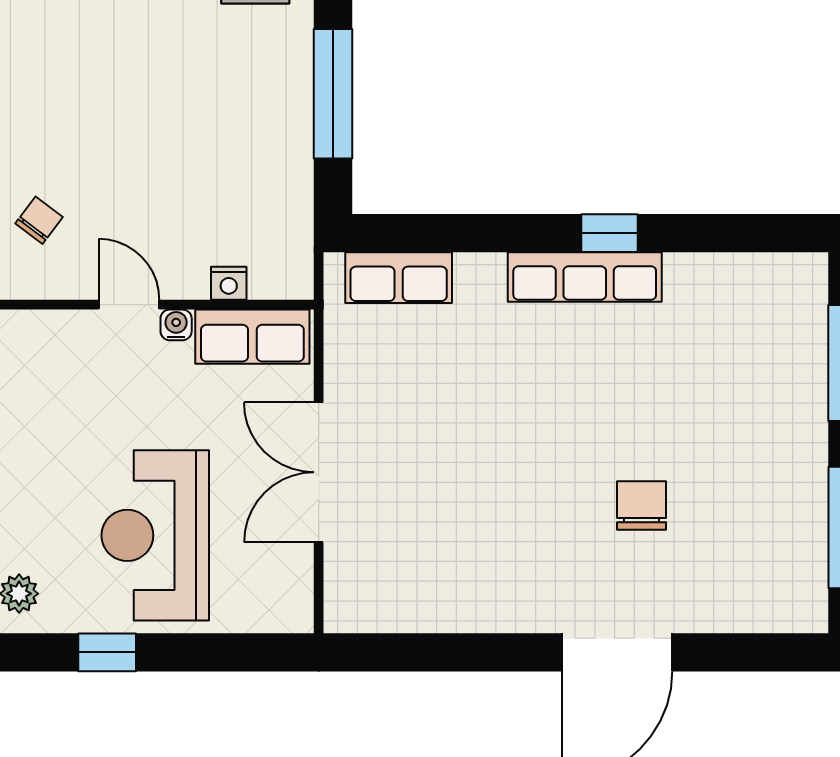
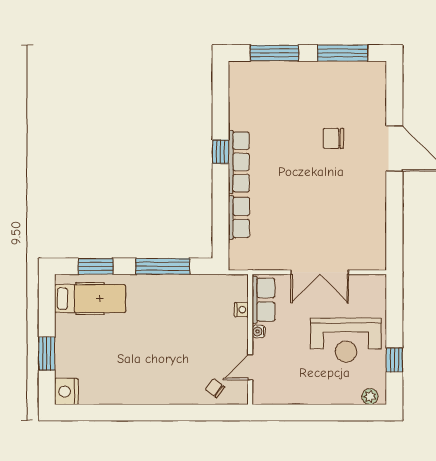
row of seats: (399, 278) -> (239, 217), moved
door: (129, 305) -> (250, 367), moved

